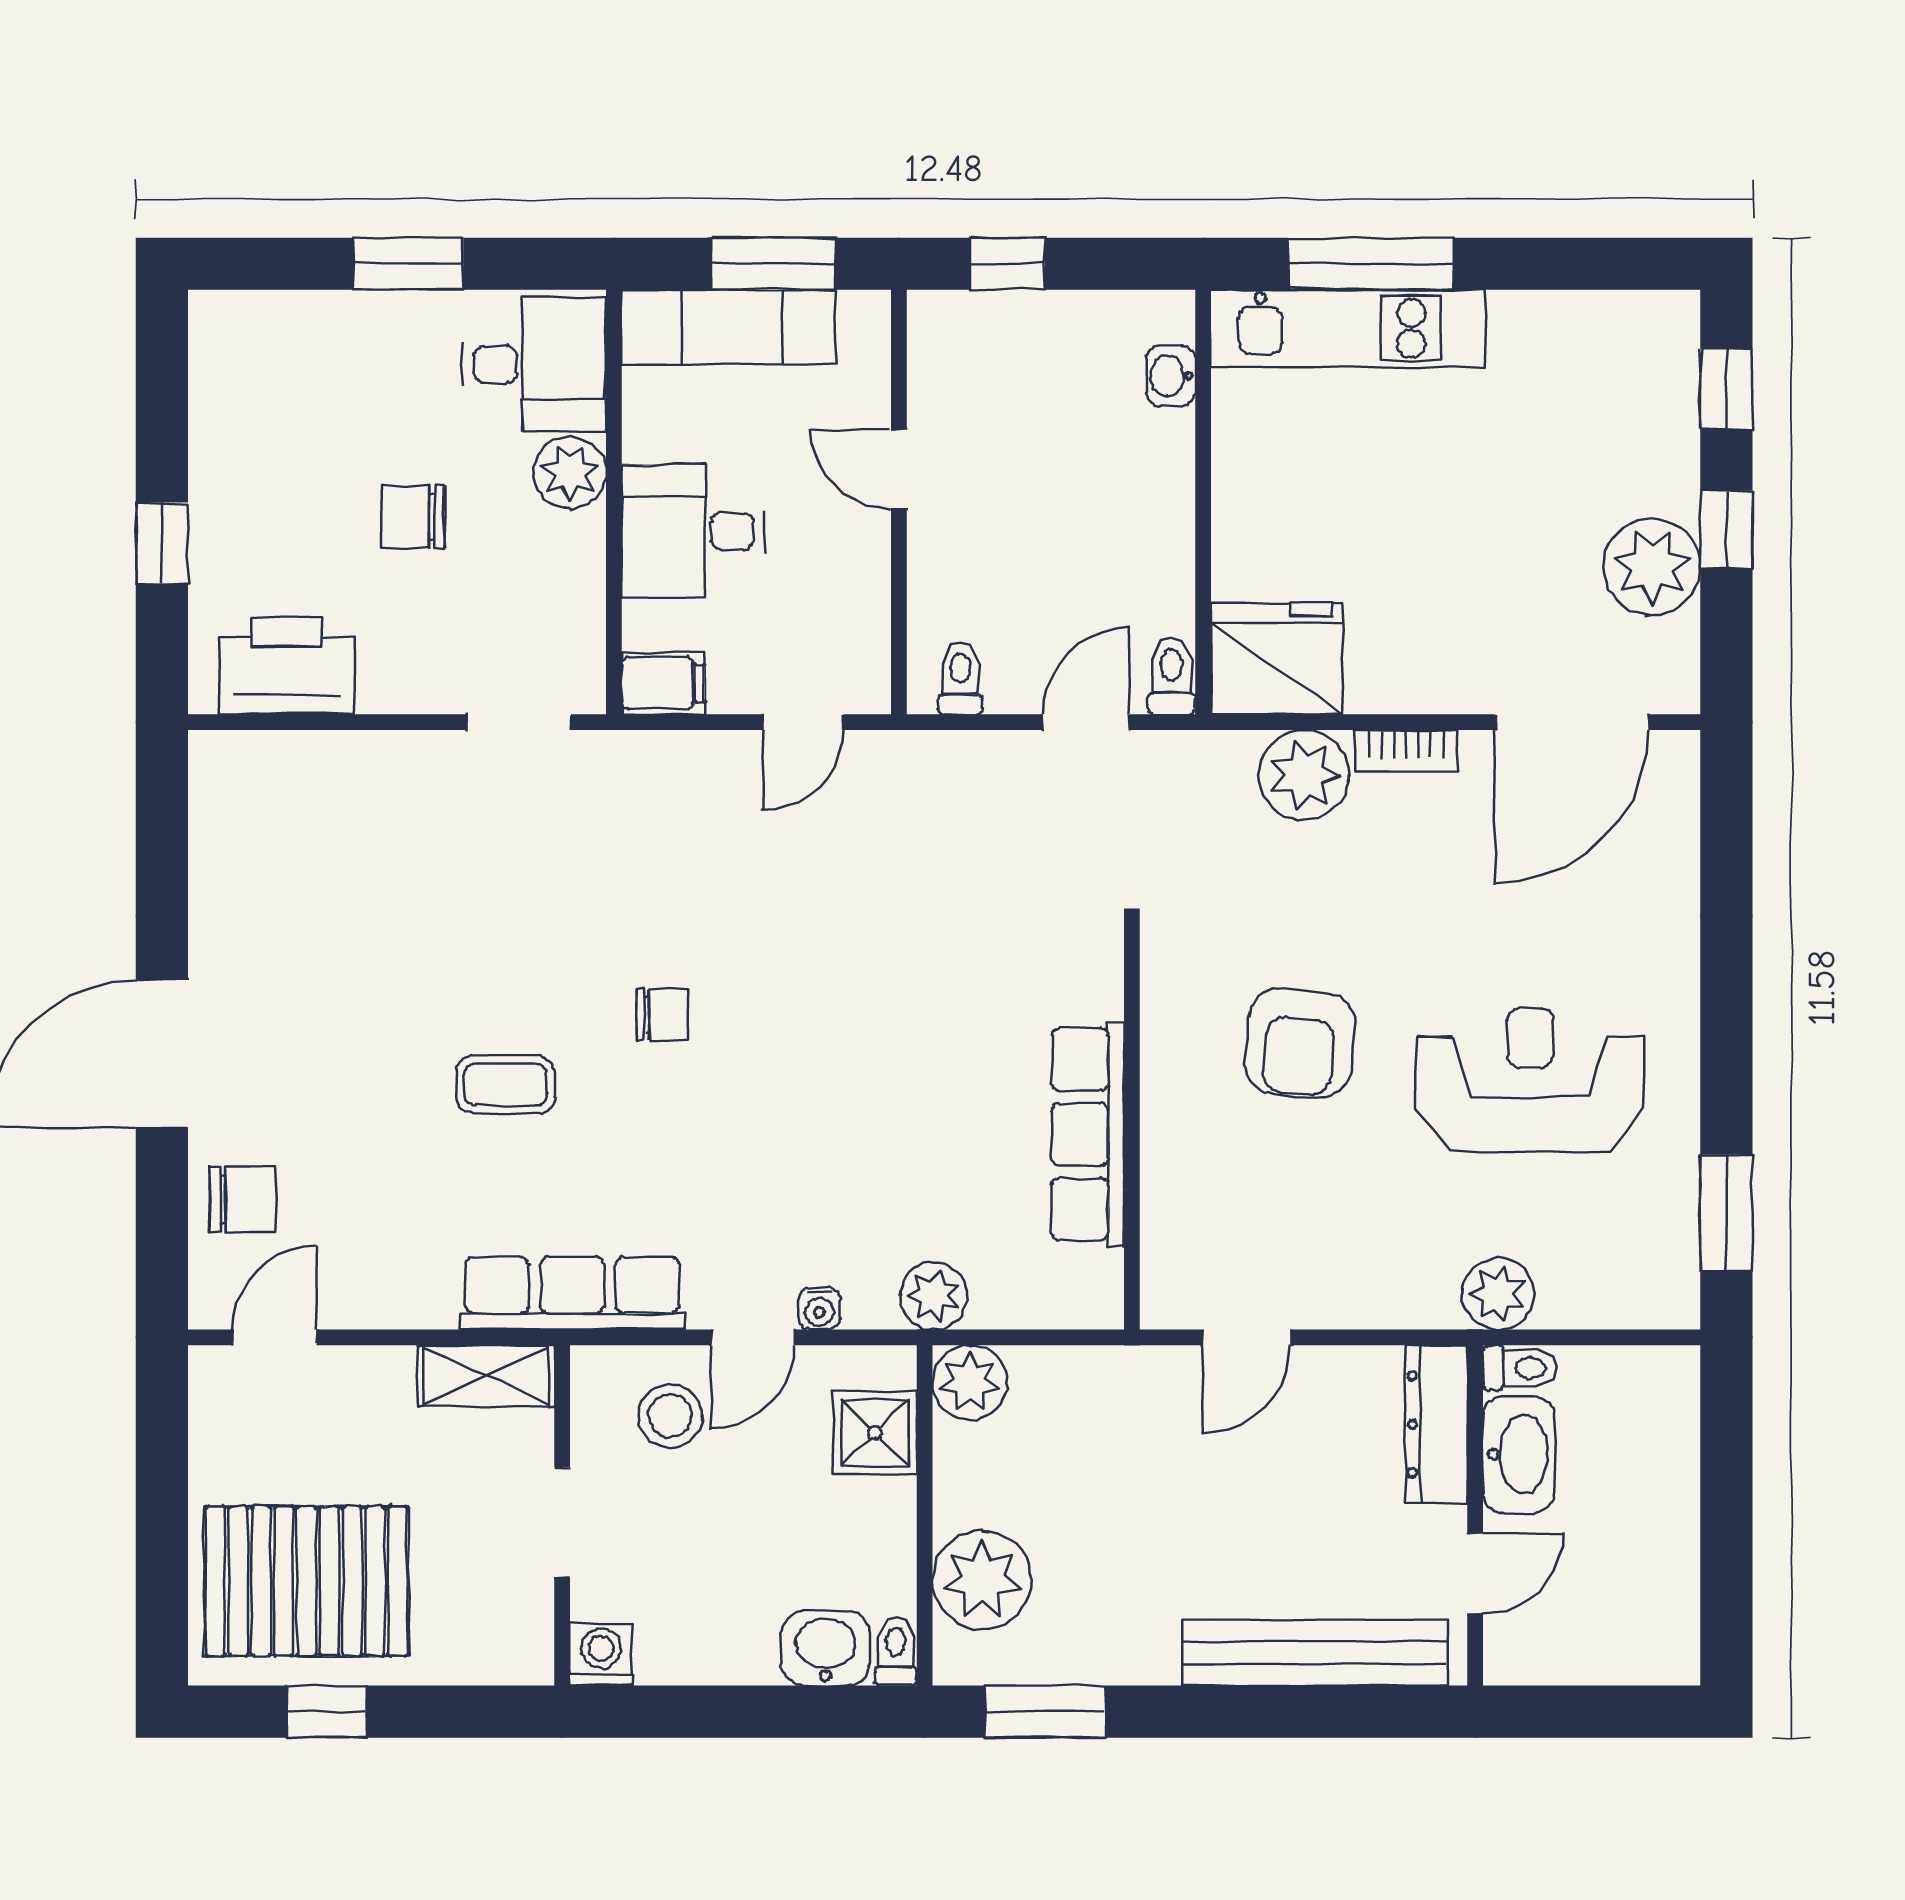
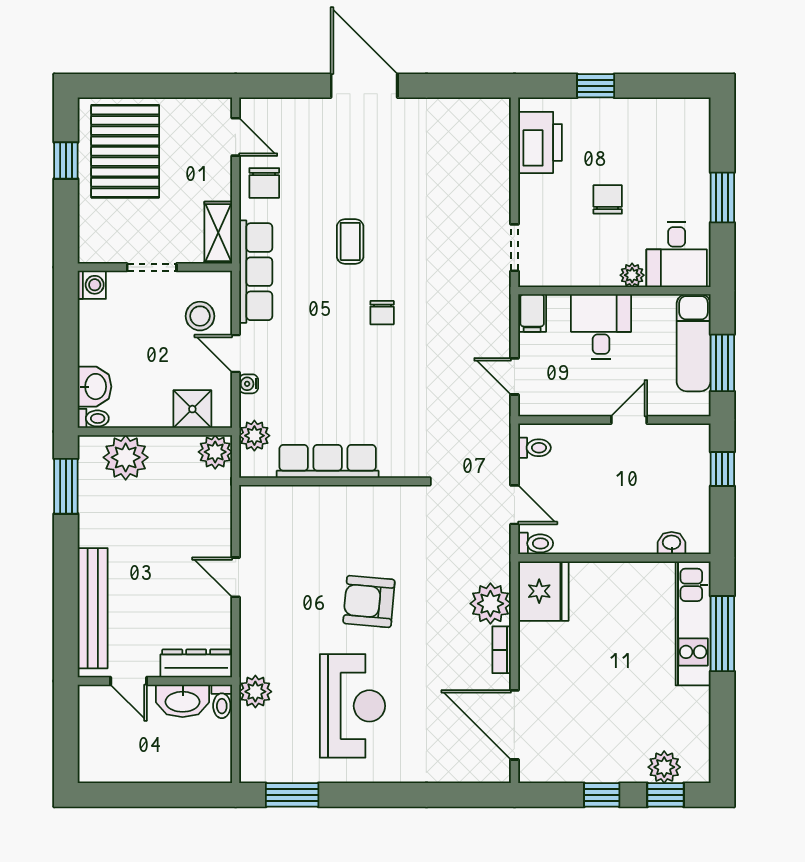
plant: (570, 473) -> (632, 275), width x0.73, depth x0.73
plant: (1652, 567) -> (664, 767), moved, width x0.73, depth x0.73
wall: (1132, 1127) -> (331, 481), moved
row of seats: (1088, 1134) -> (328, 461), moved
chair: (242, 1199) -> (264, 183), moved

